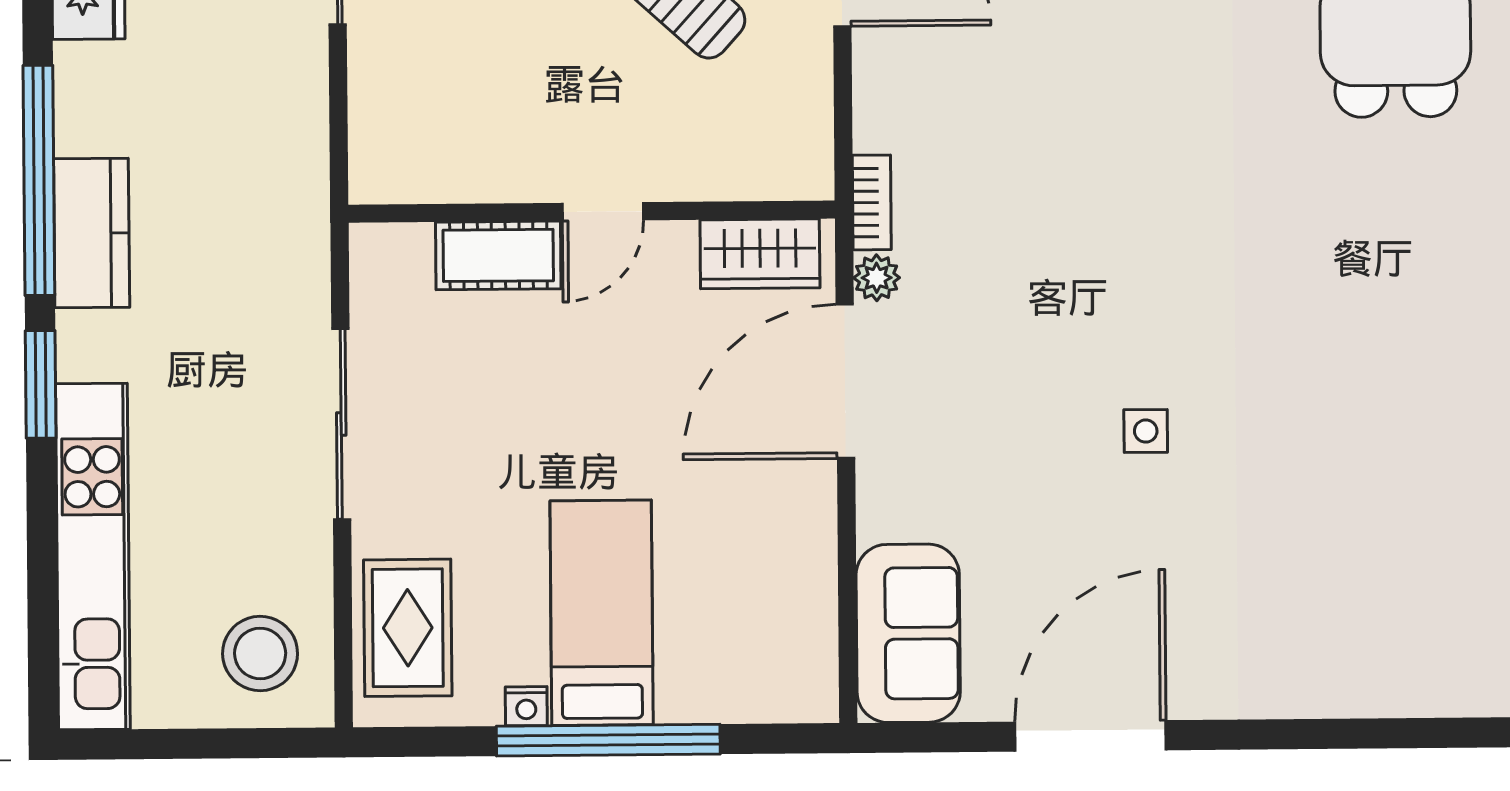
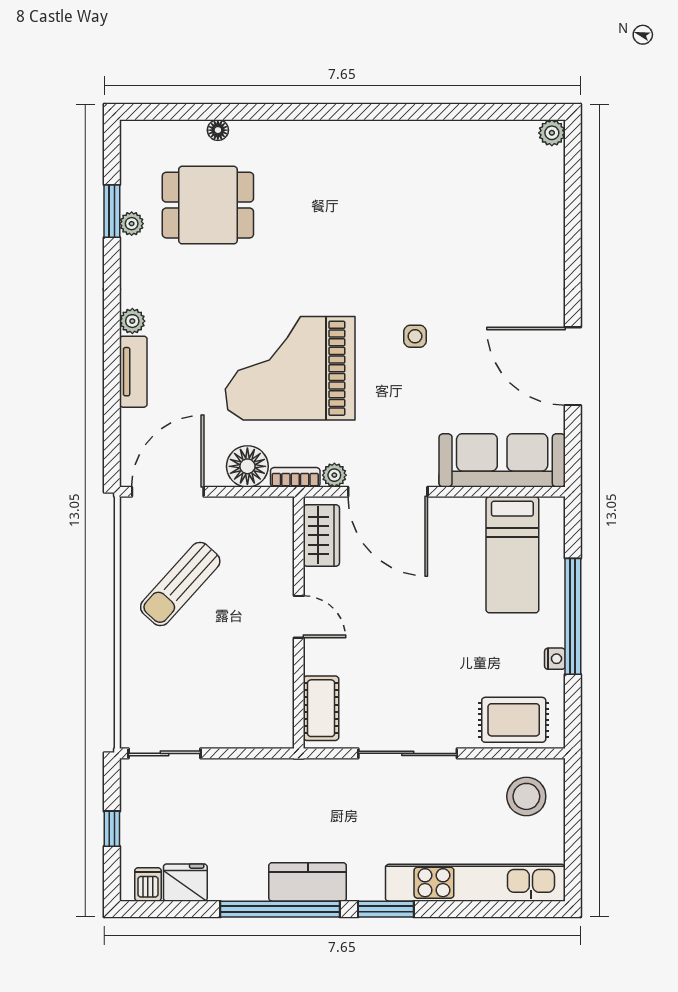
floor lamp: (892, 110) -> (247, 466), added
grand piano: (1082, 191) -> (290, 368), added
cot: (498, 255) -> (321, 708), moved
bed: (602, 613) -> (512, 555), moved, turned -90
sofa: (908, 633) -> (502, 460), width x1.36

